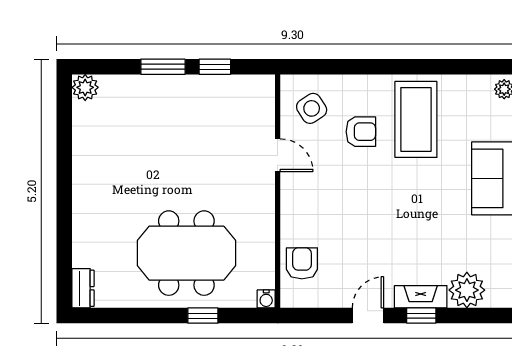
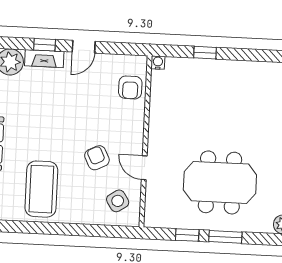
armchair: (361, 132) -> (97, 158), moved, turned 64
meeting table: (186, 253) -> (220, 182), moved

